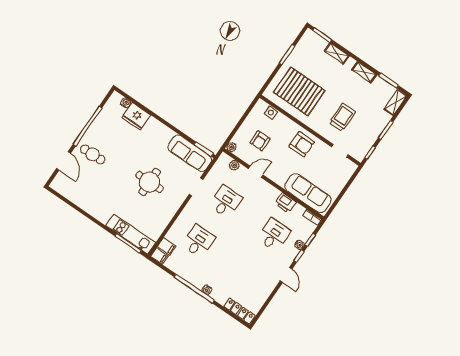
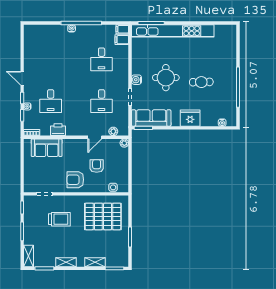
fridge: (136, 116) -> (190, 118), moved
trolley: (342, 117) -> (59, 219), turned -90
armchair: (260, 141) -> (97, 166), moved
cafe table: (93, 154) -> (201, 82), moved
door: (64, 161) -> (238, 50), removed
sofa: (308, 193) -> (47, 148), width x0.73
water cooler: (179, 199) -> (137, 80), added
kitchen unit: (131, 234) -> (173, 31), width x1.86
locker: (239, 311) -> (38, 29), removed

